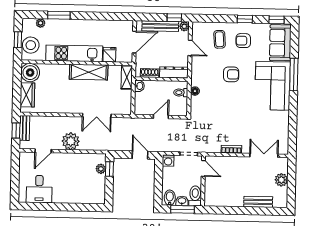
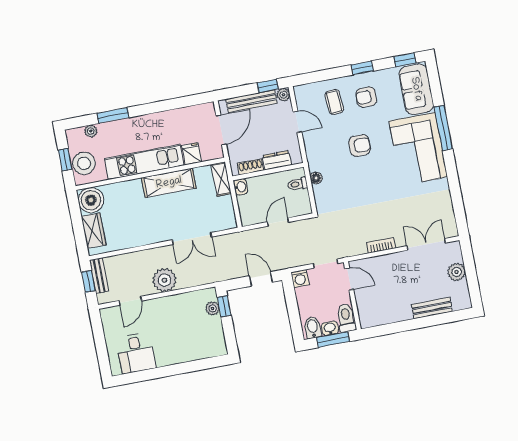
dresser: (174, 72) -> (277, 160), width x0.70

